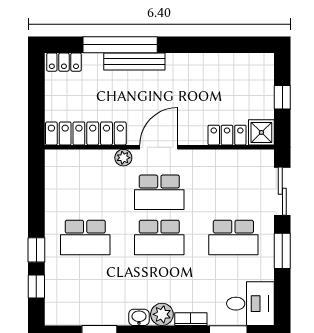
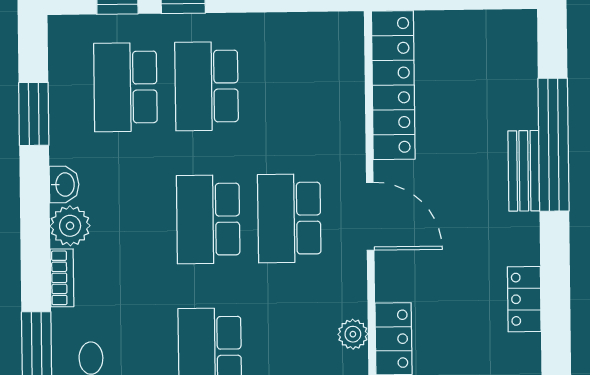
bench: (134, 61) -> (524, 171), width x0.73
locker: (64, 62) -> (524, 299), moved
plant: (123, 158) -> (353, 334), moved
school desk: (85, 283) -> (125, 87), added

